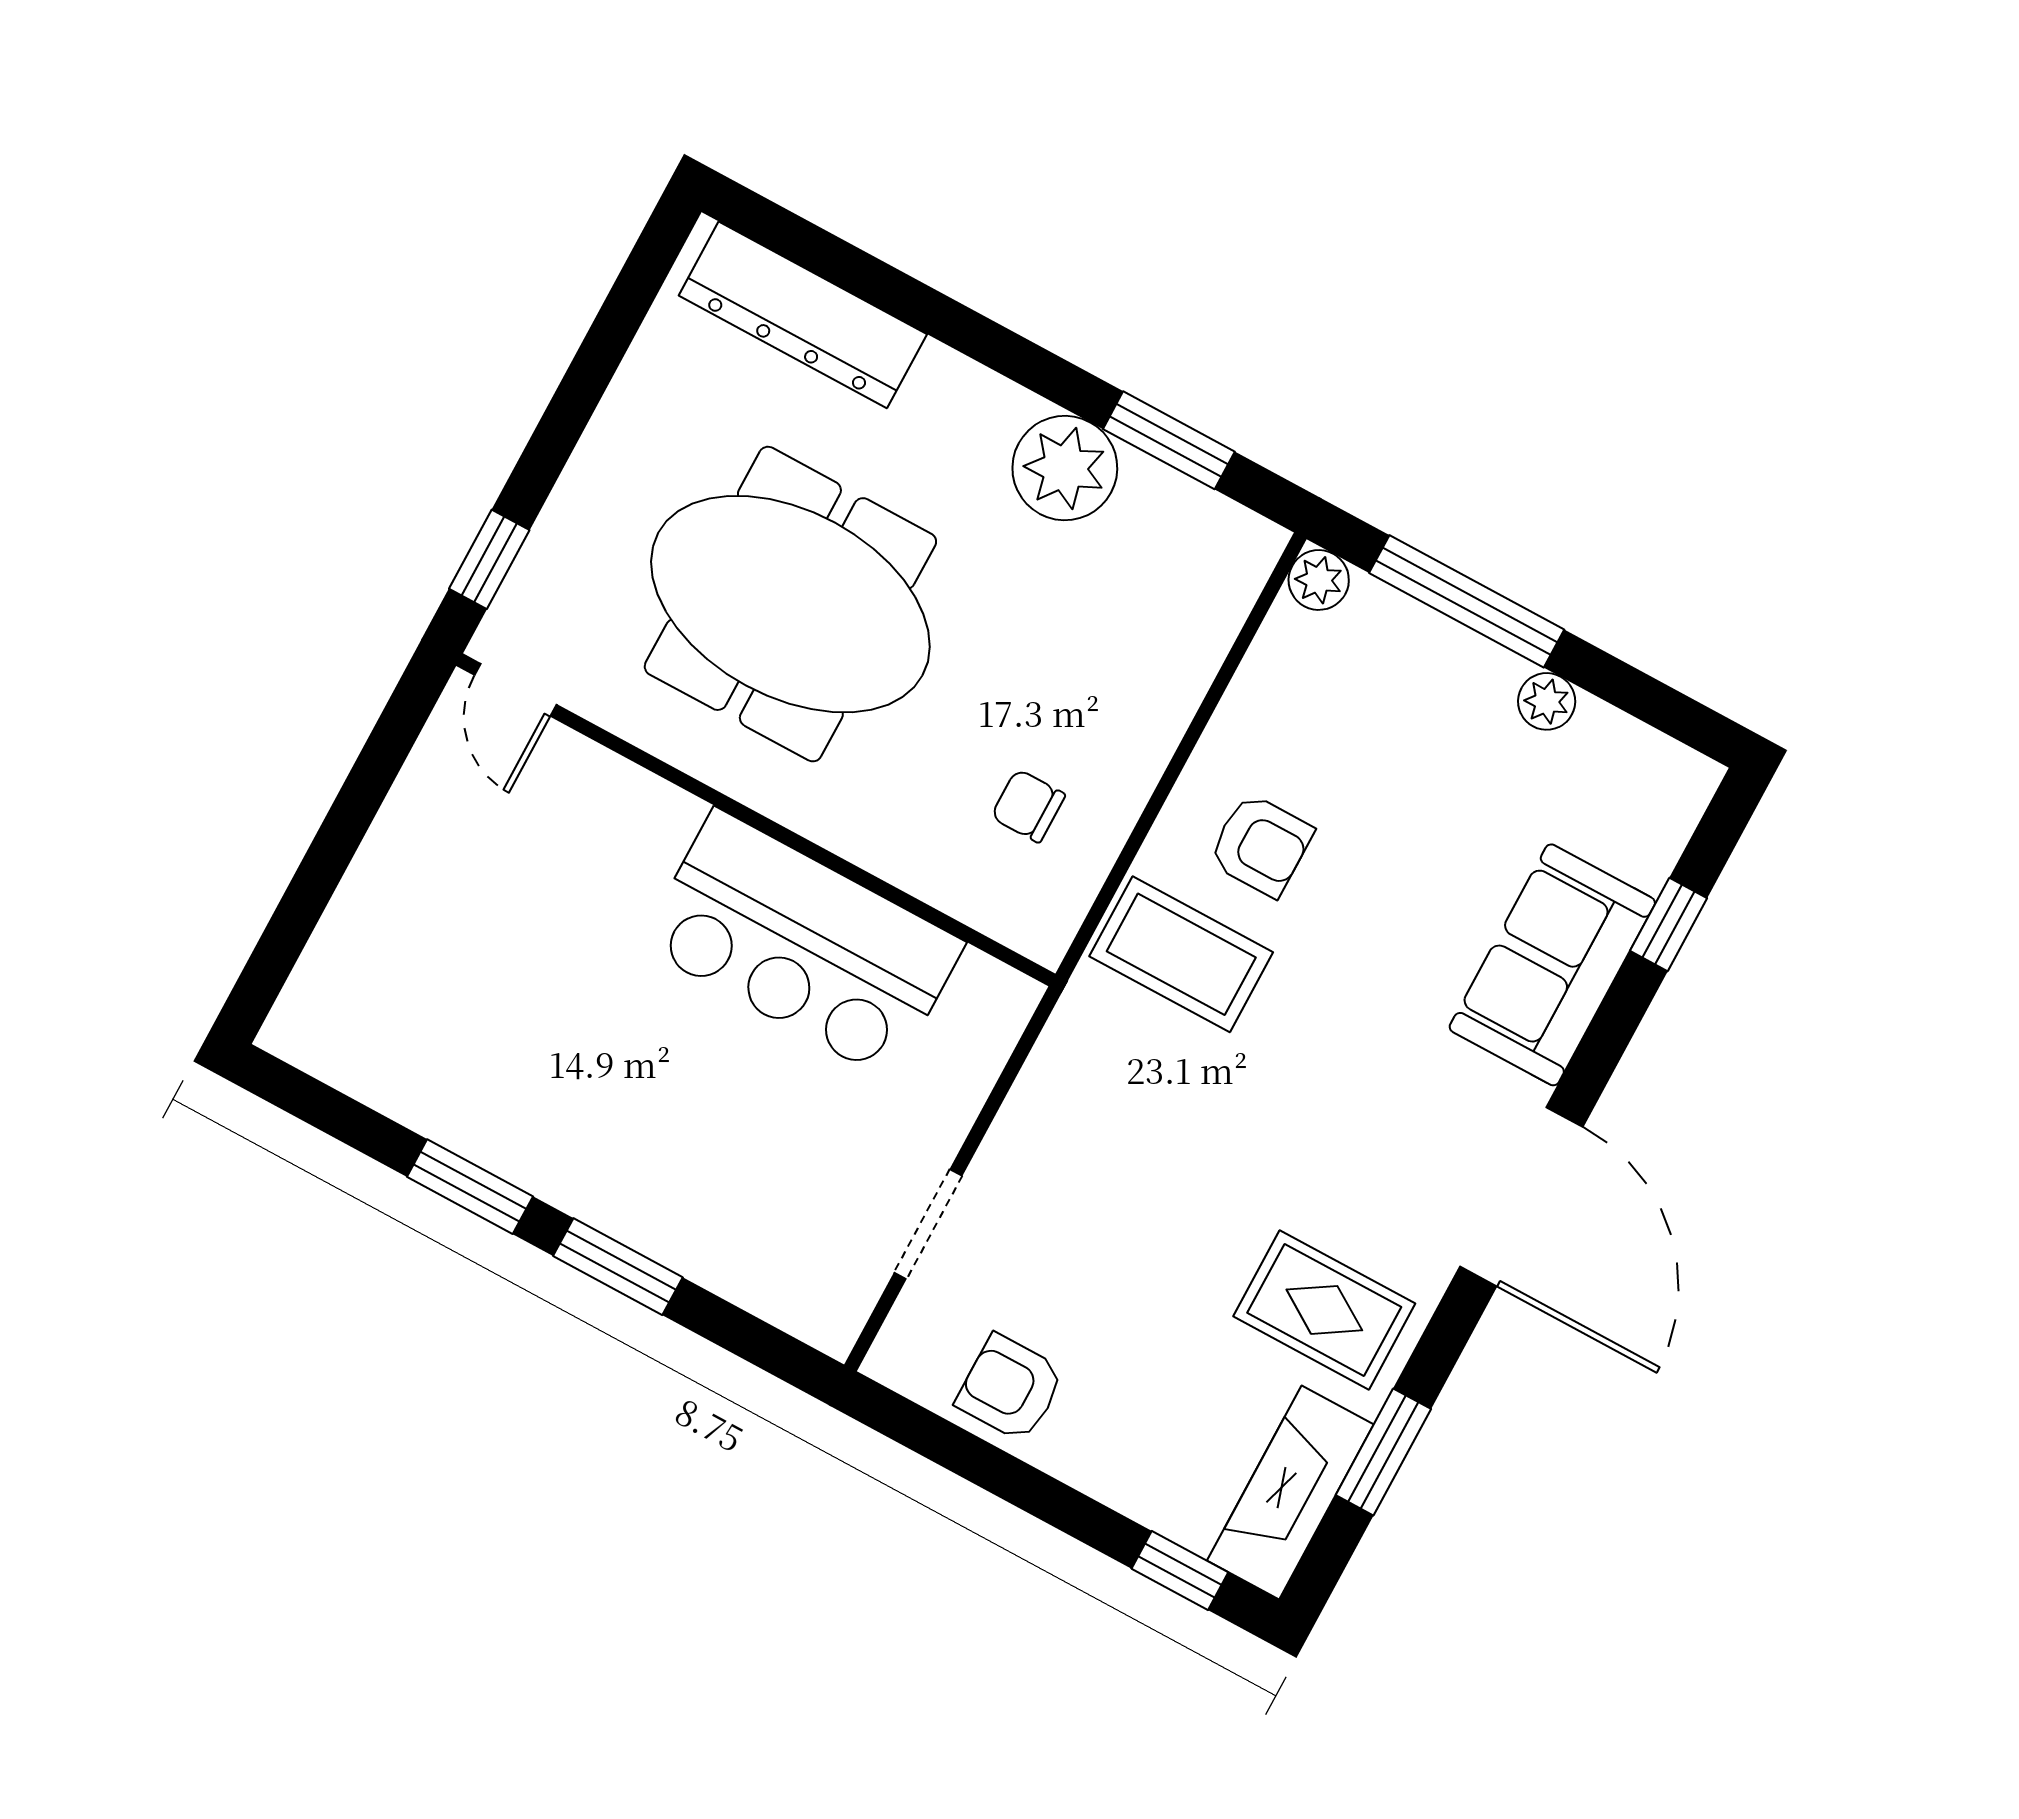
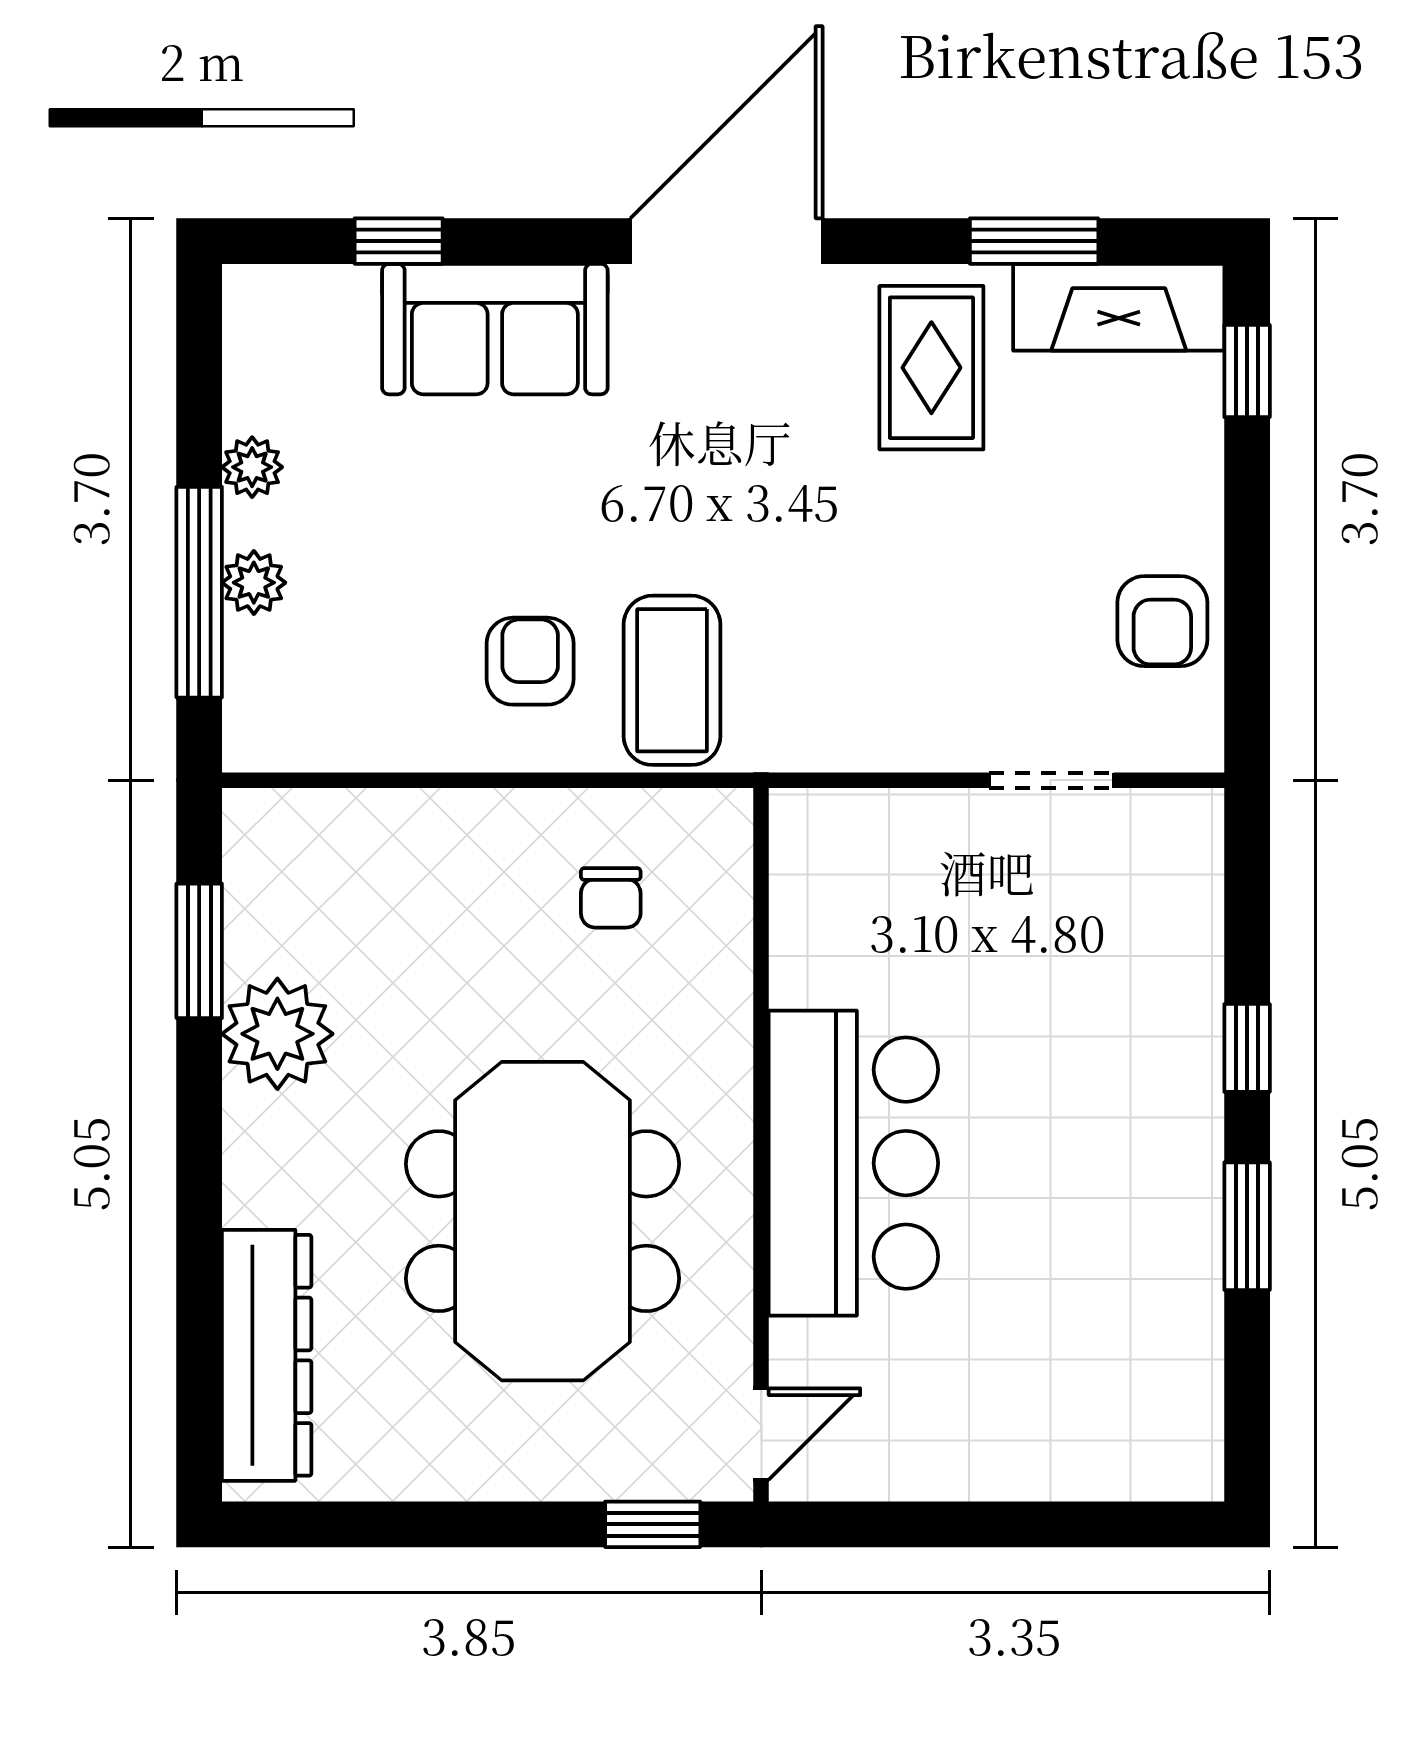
plant: (1319, 580) -> (254, 583), moved
bar counter: (802, 944) -> (853, 1163), moved
window: (618, 1267) -> (1247, 1048), width x0.67

